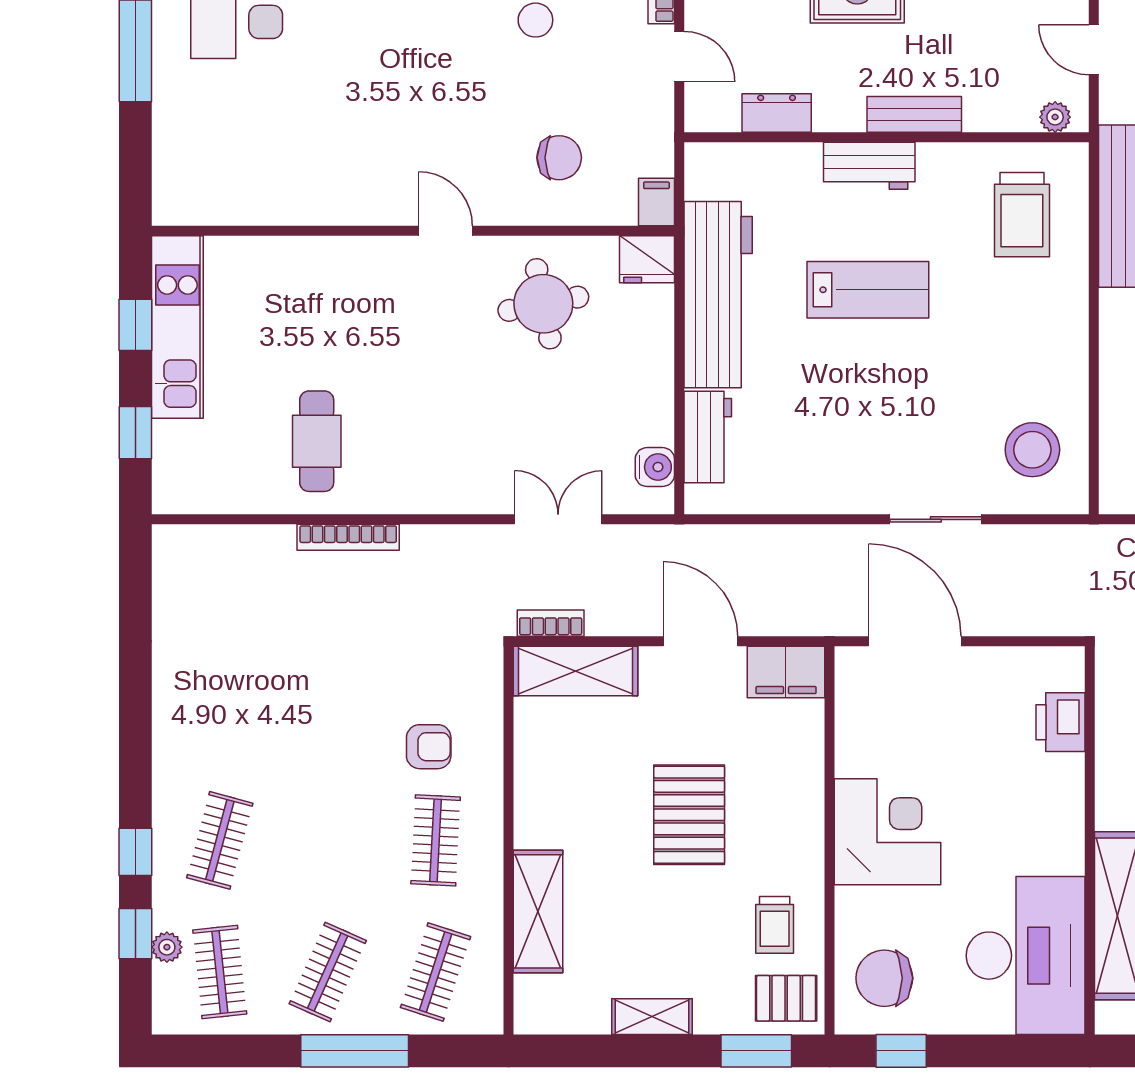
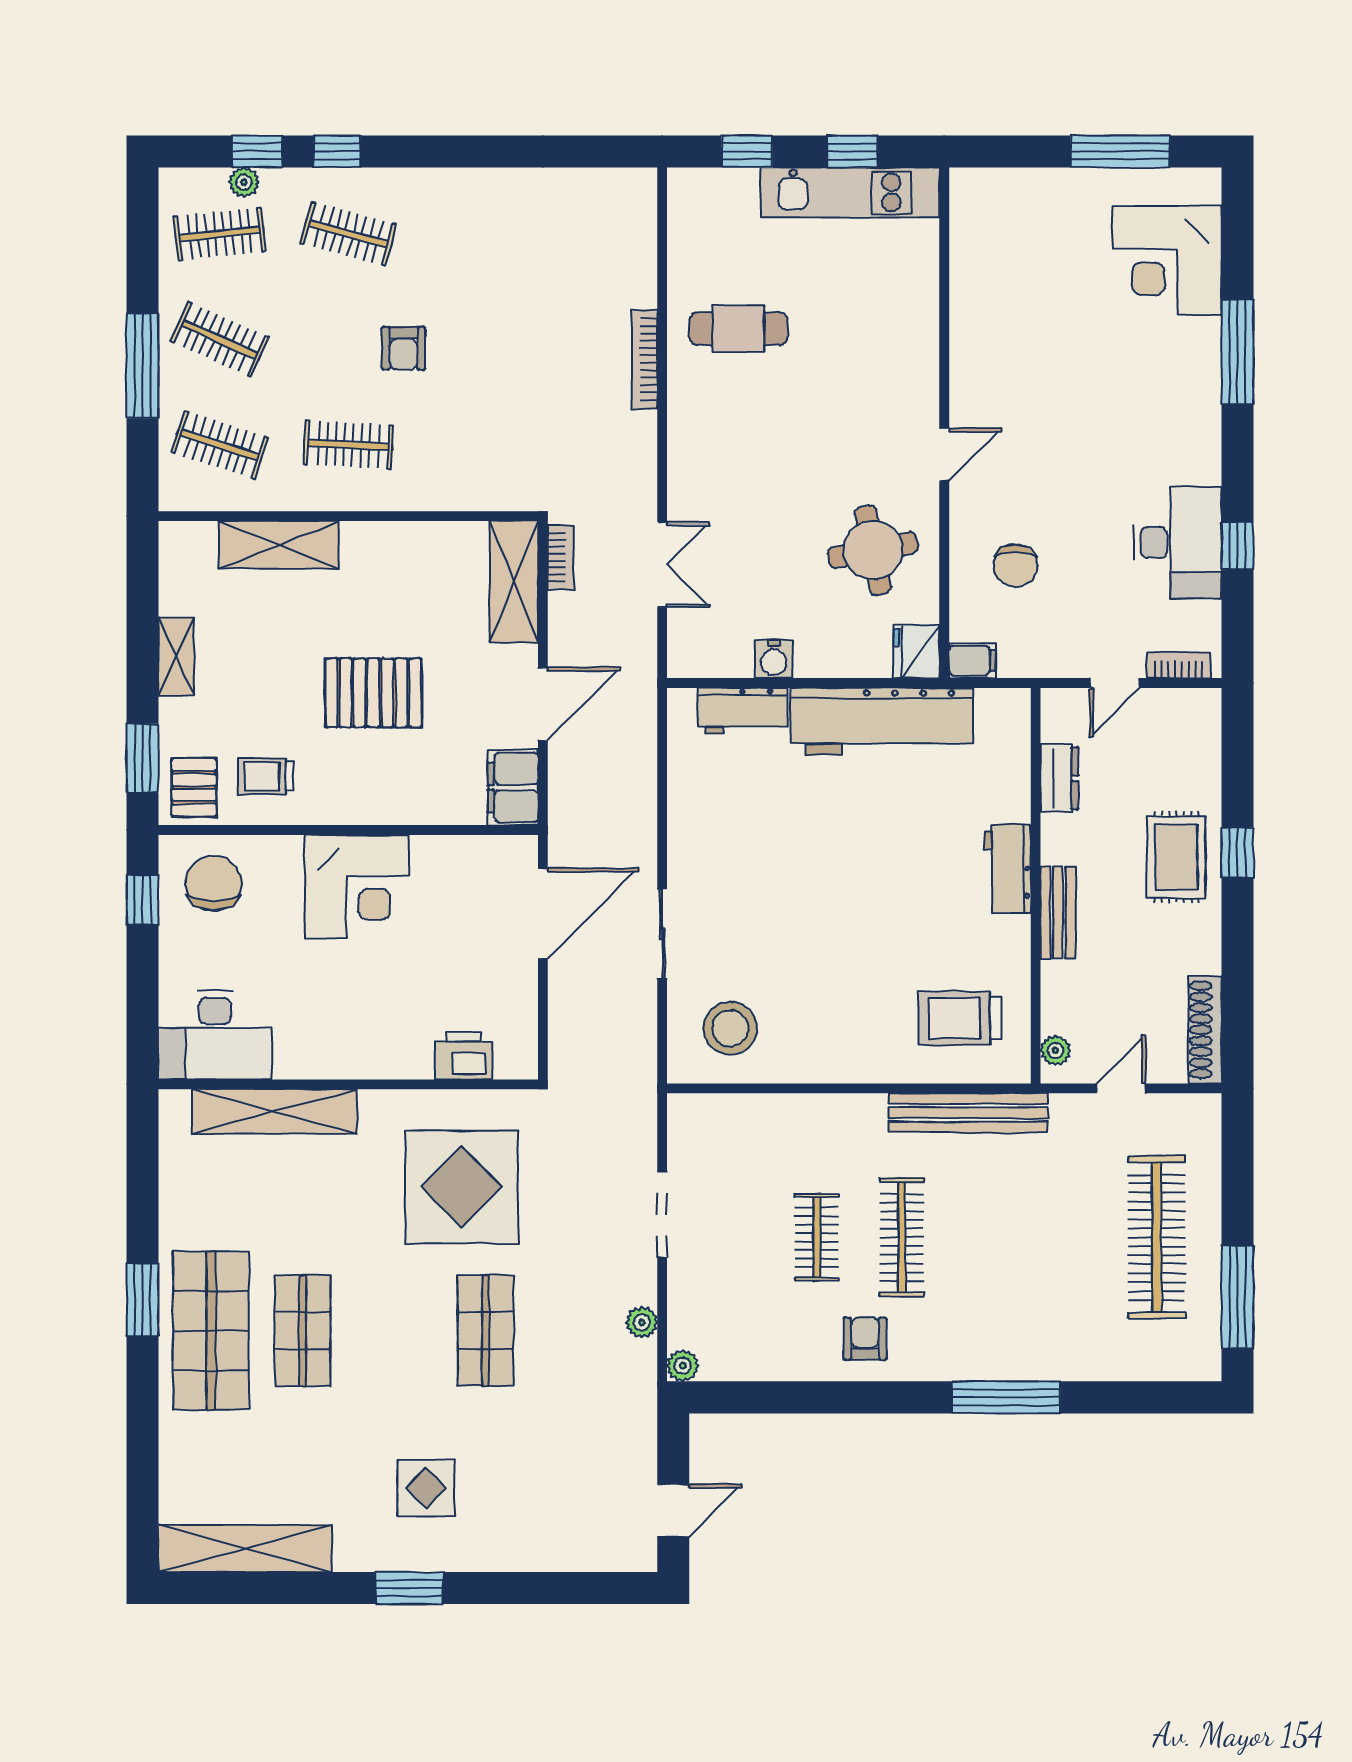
lab bench: (868, 290) -> (887, 868), removed
water cooler: (655, 467) -> (774, 659), moved
armchair: (429, 747) -> (404, 348), moved
desk: (1026, 956) -> (215, 1035), width x0.73, depth x0.77

